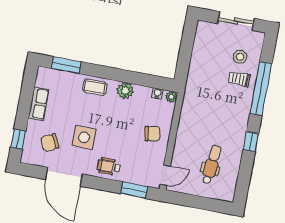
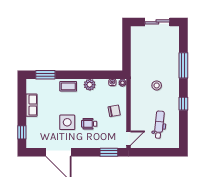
stool: (240, 57) -> (157, 85), moved
trolley: (239, 79) -> (167, 62), removed
window: (261, 88) -> (183, 65), width x0.68
chair: (50, 143) -> (44, 131), removed
wheelchair: (109, 166) -> (89, 124), moved

